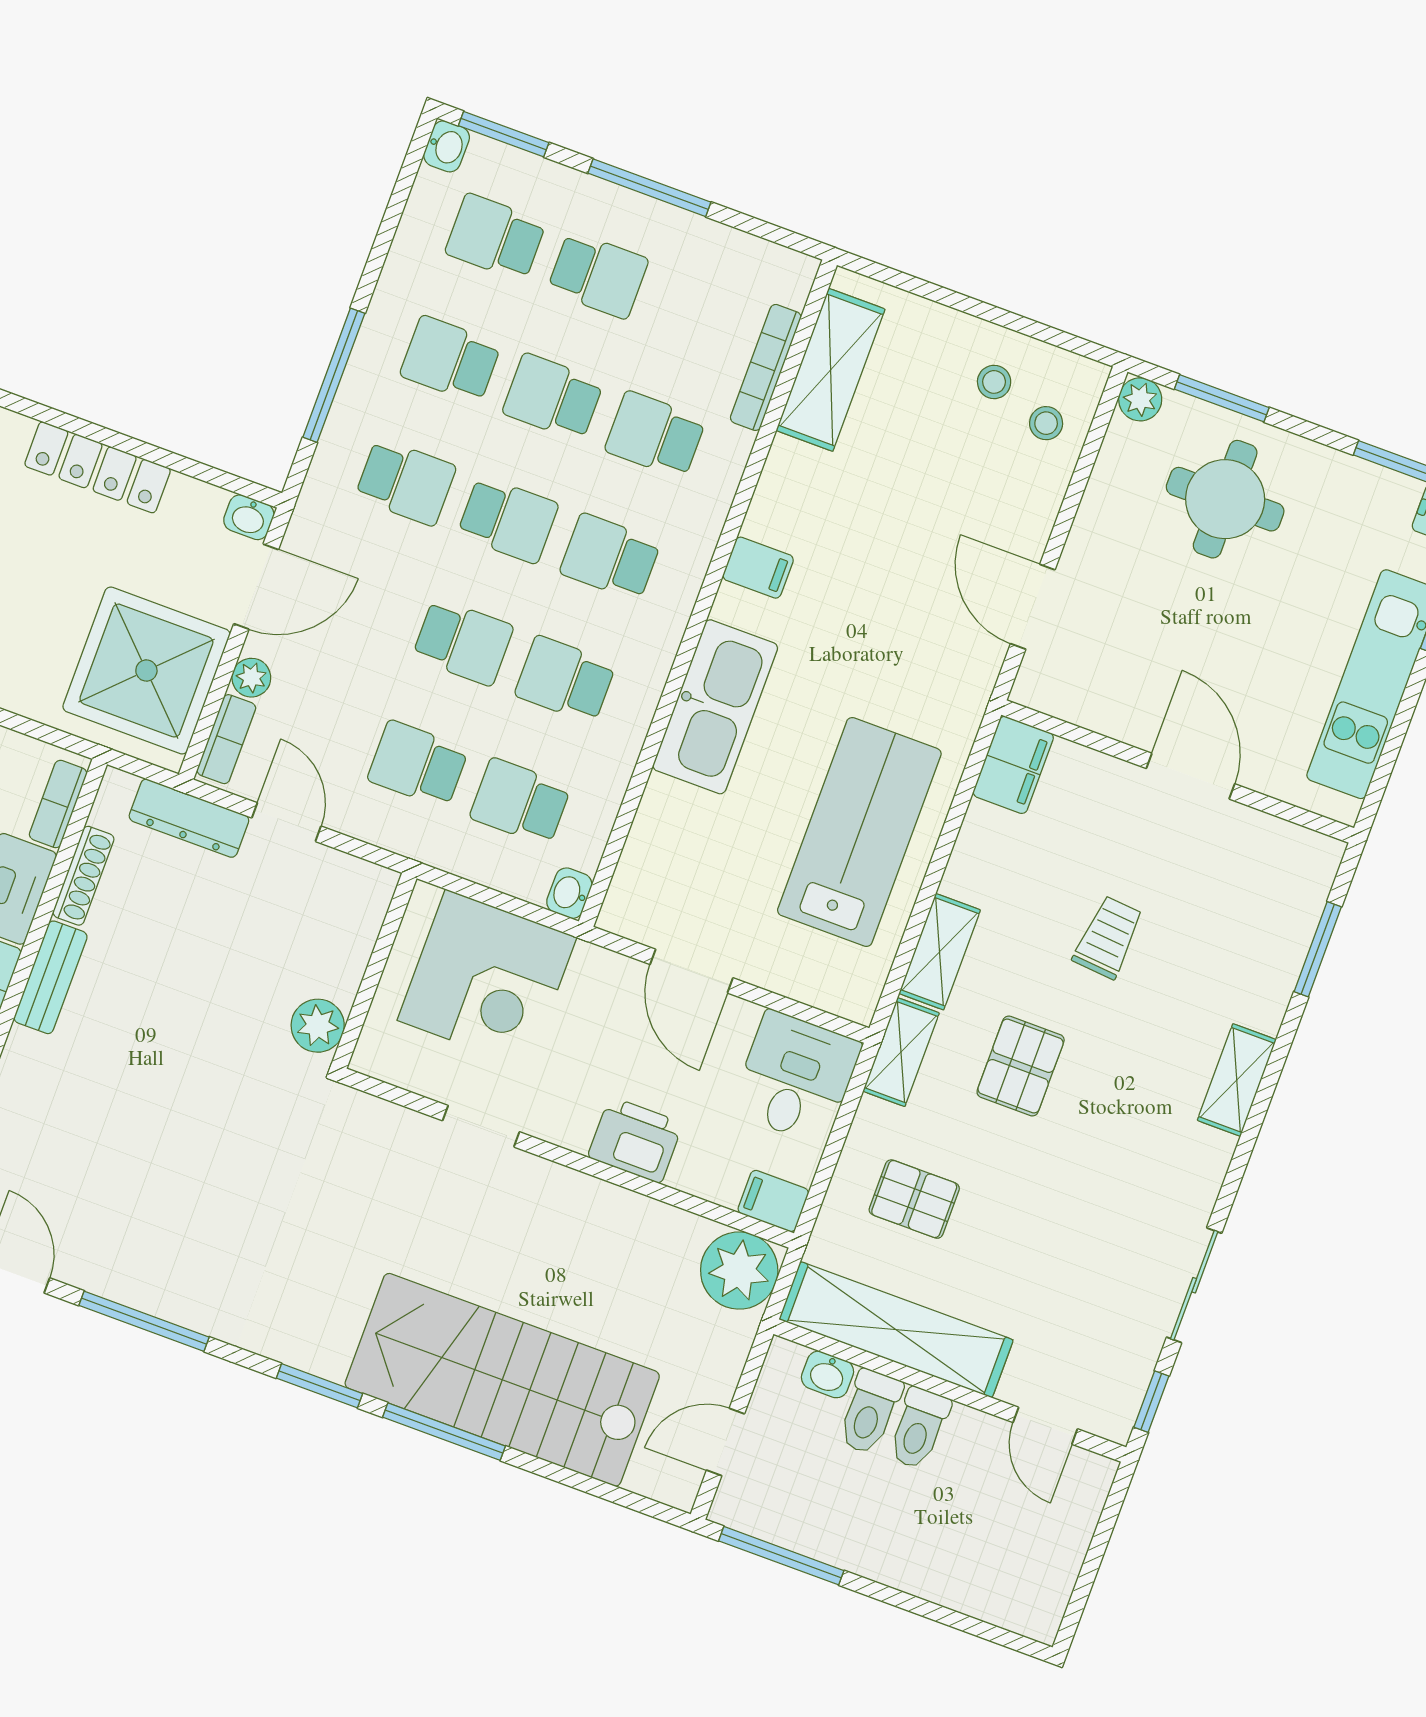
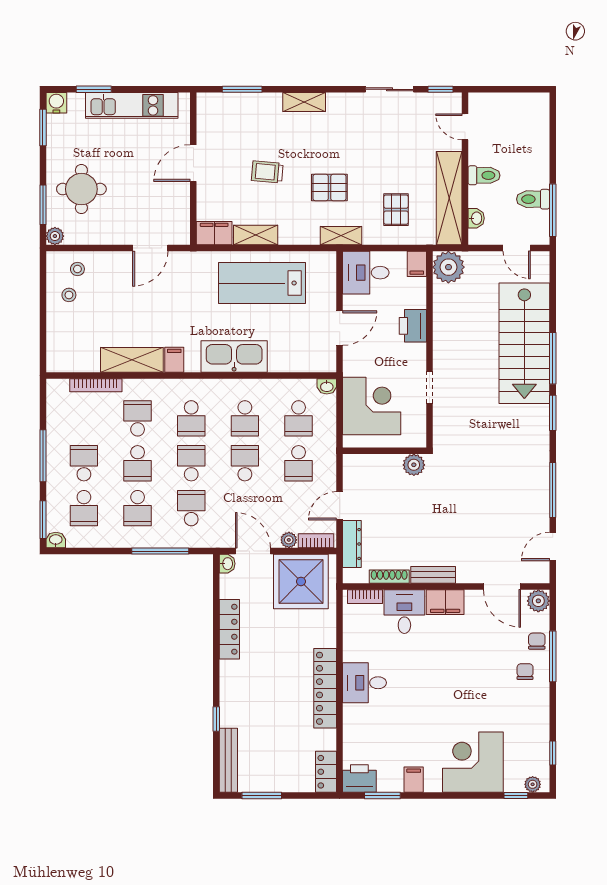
shelving: (831, 370) -> (132, 360), moved
school desk: (655, 435) -> (138, 418), turned 180
shelving: (940, 952) -> (256, 235), moved
toilet: (870, 1412) -> (533, 199), moved, turned 180
door: (1045, 1426) -> (465, 127), swing flipped

